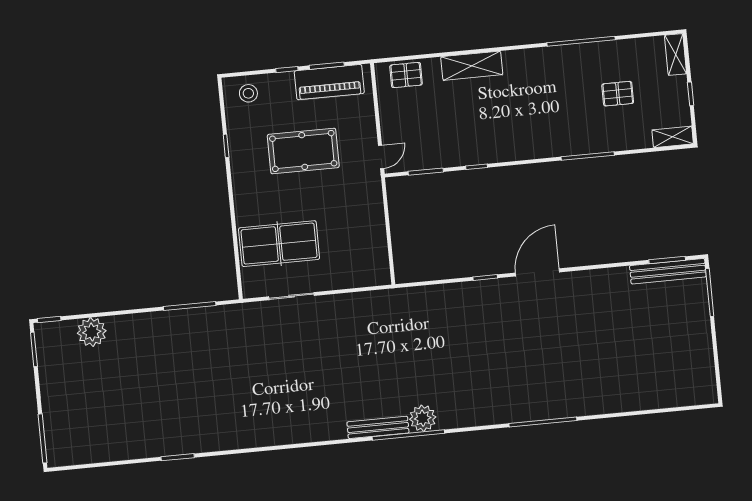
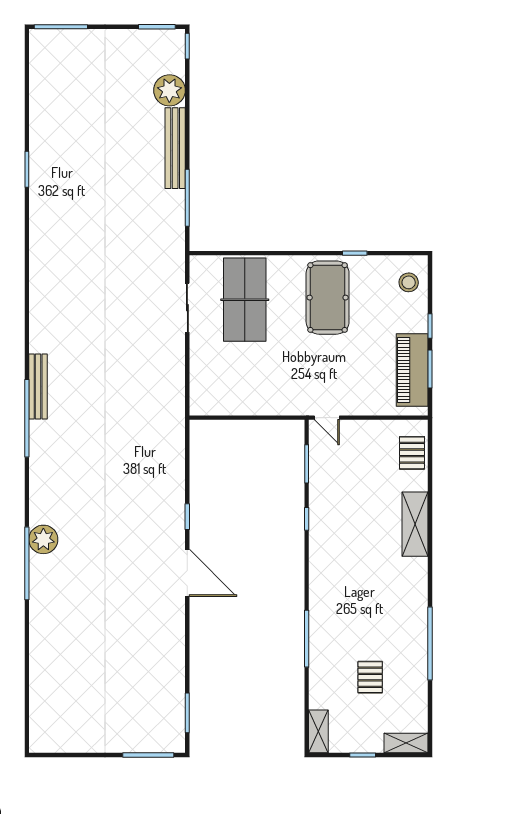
pool table: (303, 151) -> (328, 298), moved
bench: (668, 271) -> (175, 148), moved
plant: (423, 418) -> (43, 539), moved

